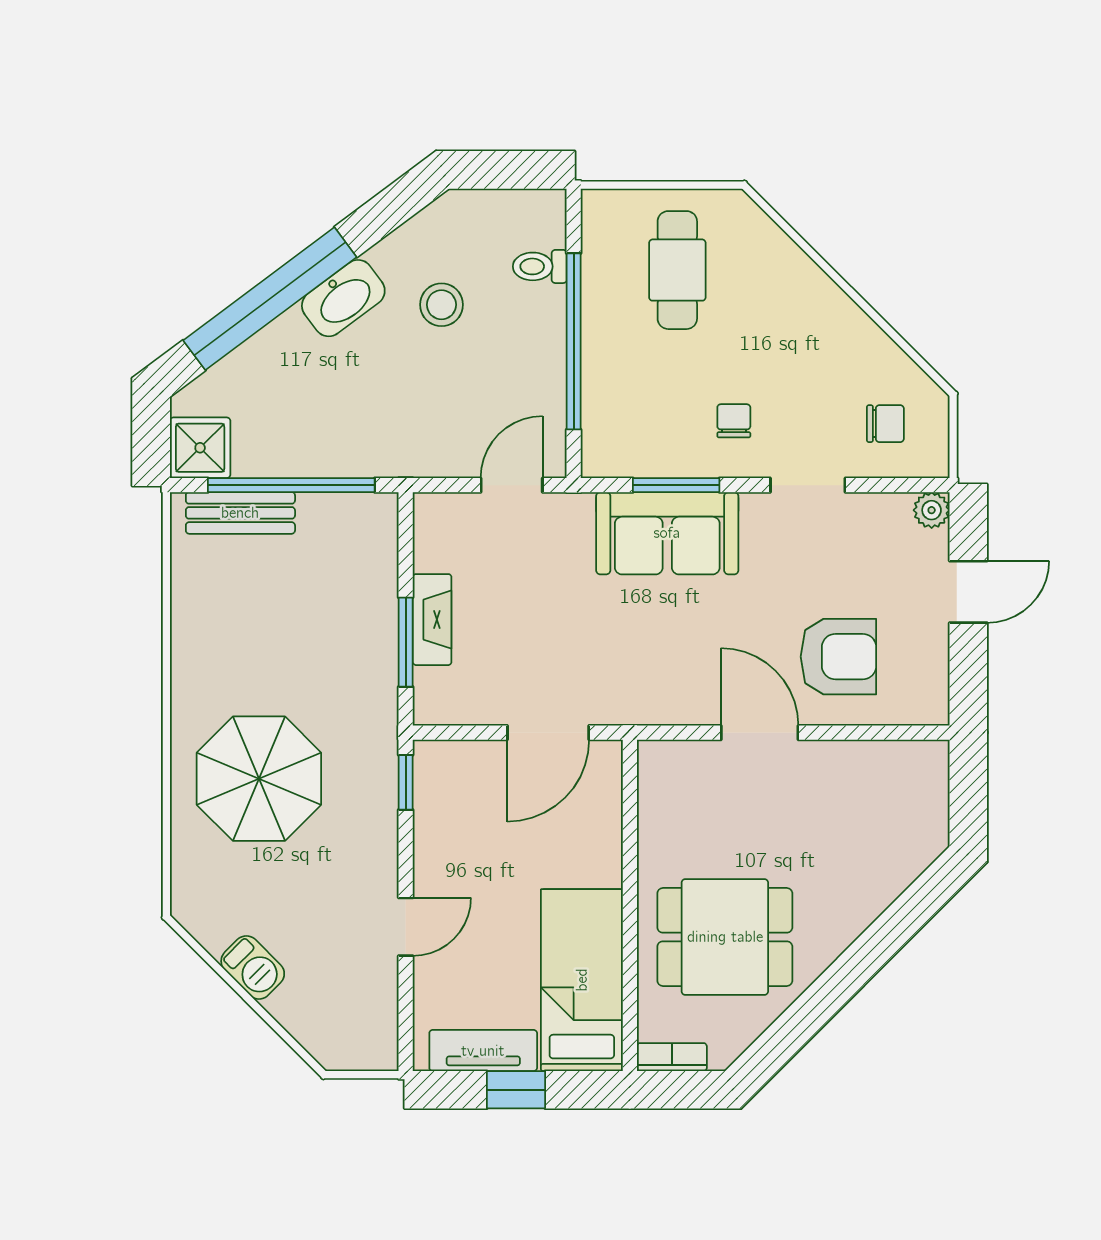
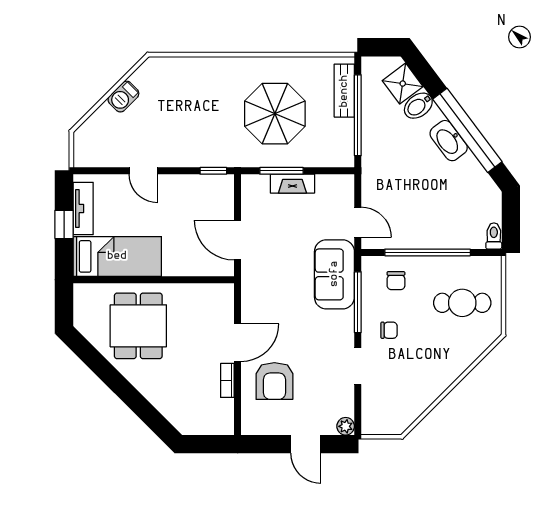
toilet: (540, 266) -> (494, 236), moved
window: (270, 299) -> (467, 130), moved
stool: (441, 305) -> (445, 188), removed
bidet: (272, 360) -> (418, 106), added
chair: (885, 424) -> (396, 281), moved
shower: (200, 448) -> (403, 84), moved, turned -37
window: (676, 485) -> (358, 302), width x1.44
sofa: (667, 533) -> (334, 274), moved
parasol: (259, 779) -> (275, 114), moved
bookcase: (672, 1057) -> (227, 380), moved, turned 180

